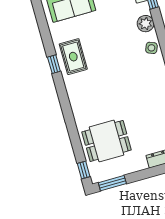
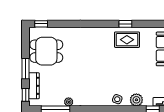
dining table: (107, 141) -> (46, 51), moved, turned 90
window: (112, 183) -> (26, 69), moved

